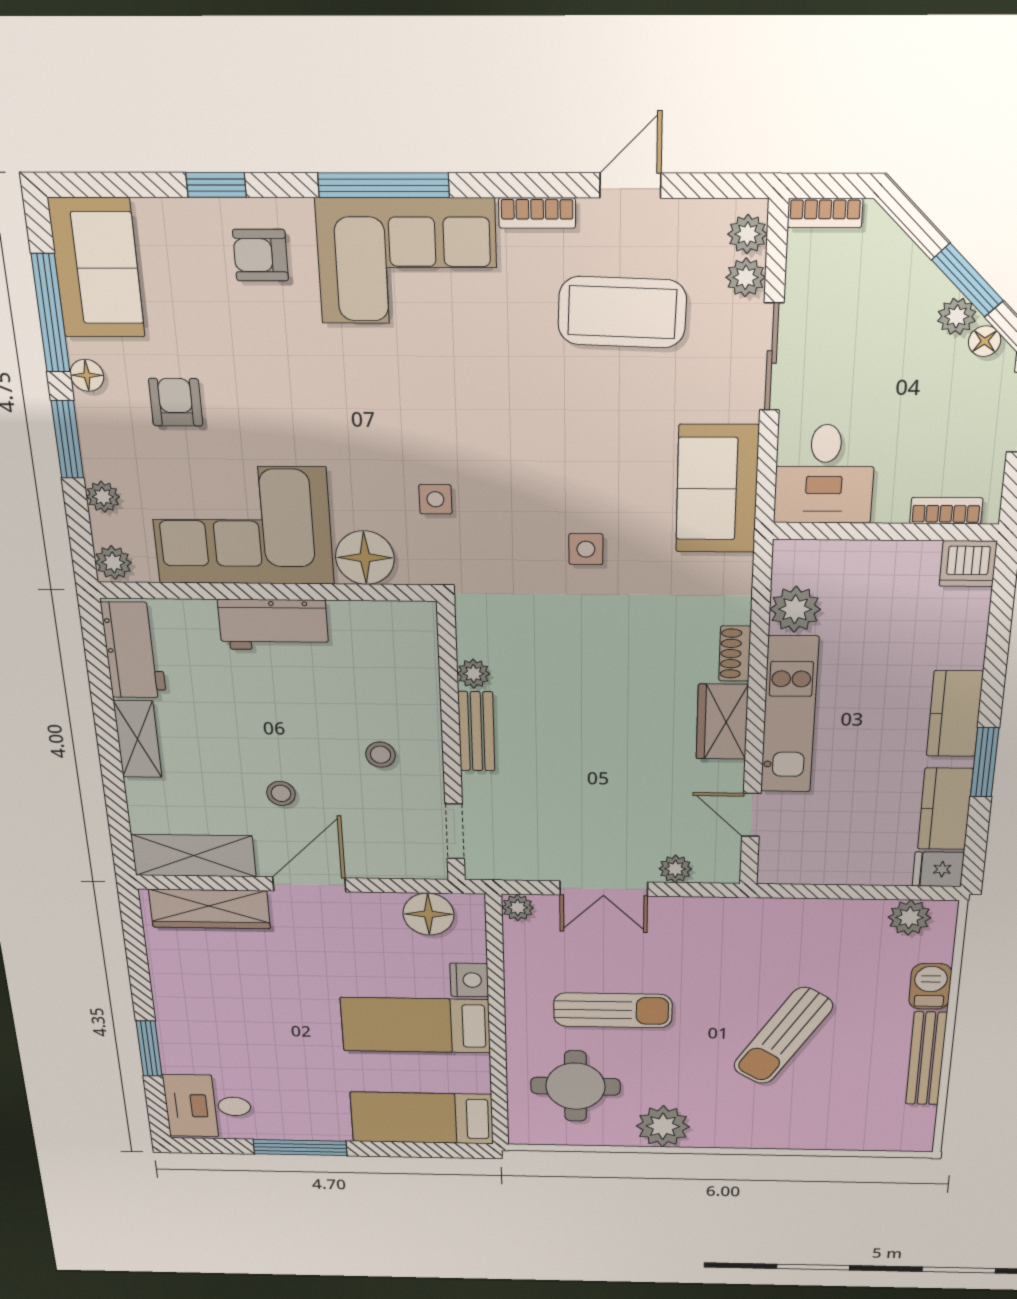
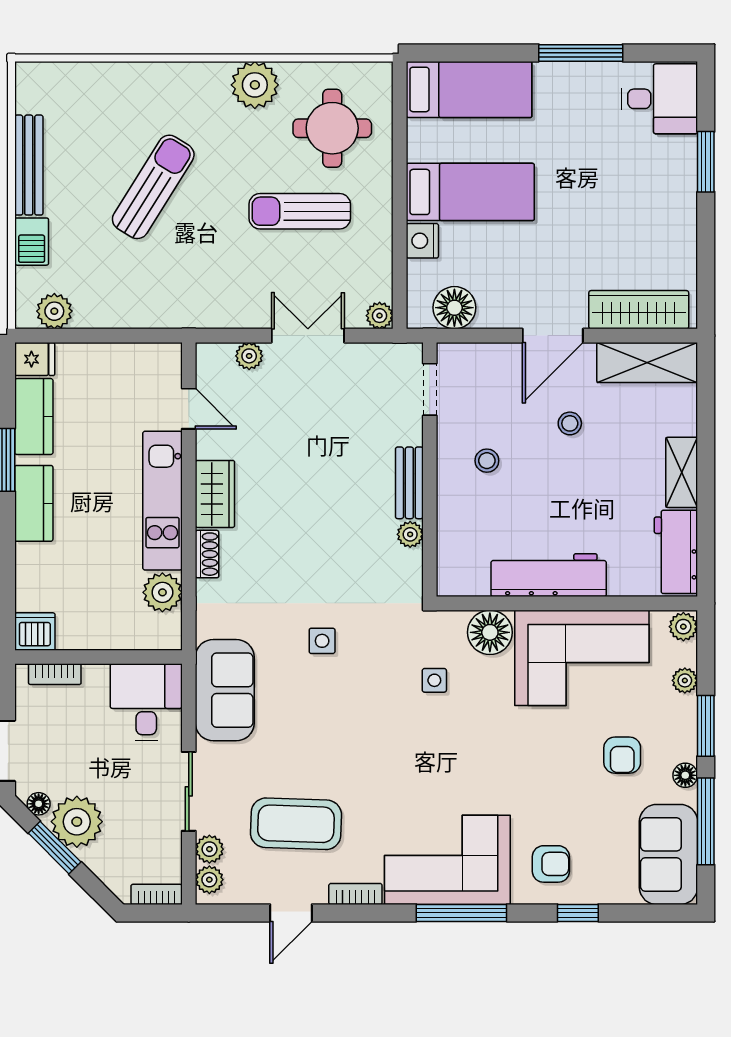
plant: (957, 316) -> (77, 822), width x1.88, depth x1.88
workbench: (273, 625) -> (549, 575), width x1.38

